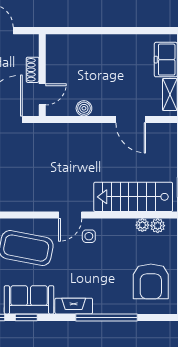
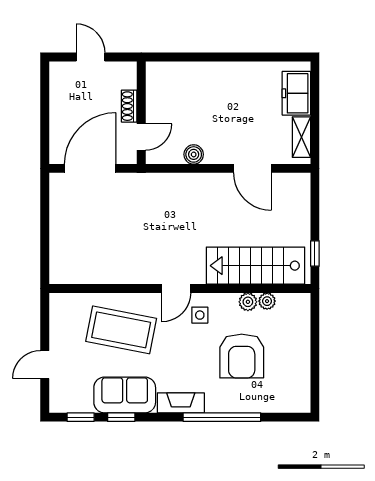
plant: (158, 226) -> (248, 302), moved
armchair: (151, 281) -> (242, 356), moved

